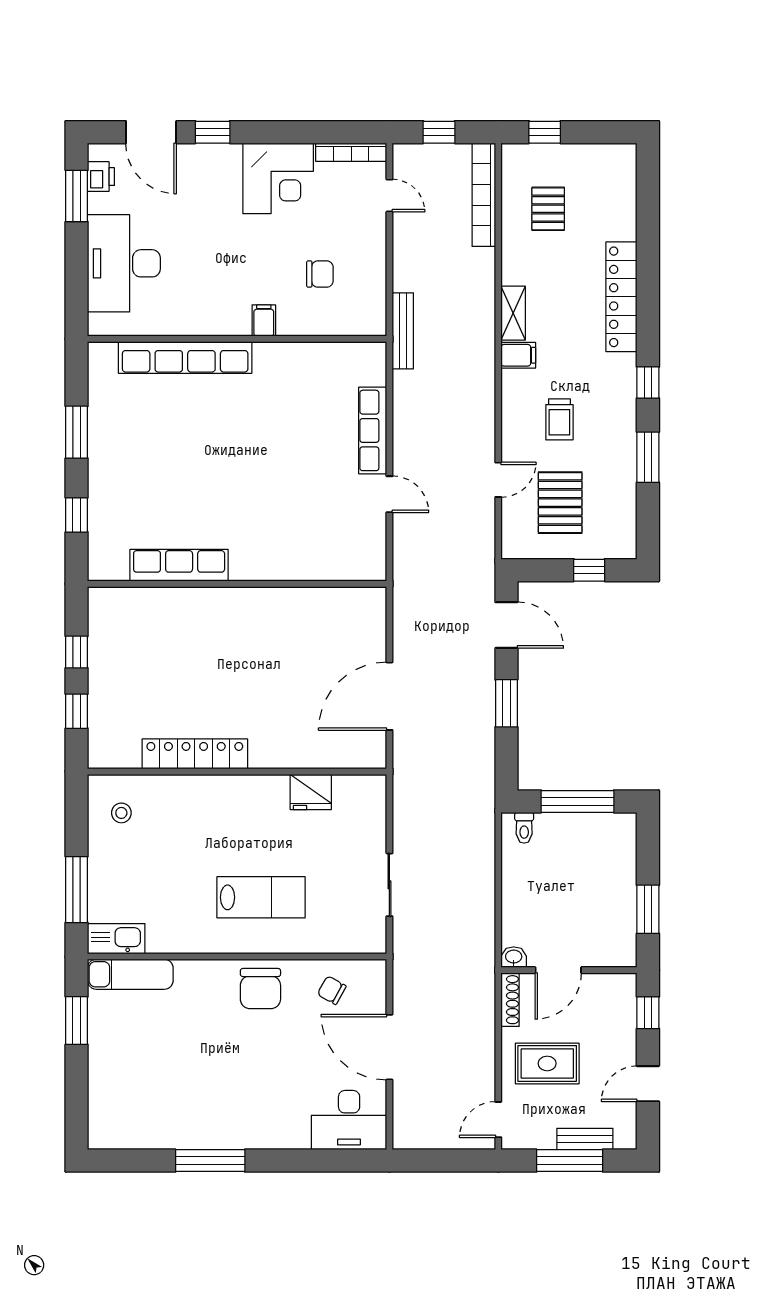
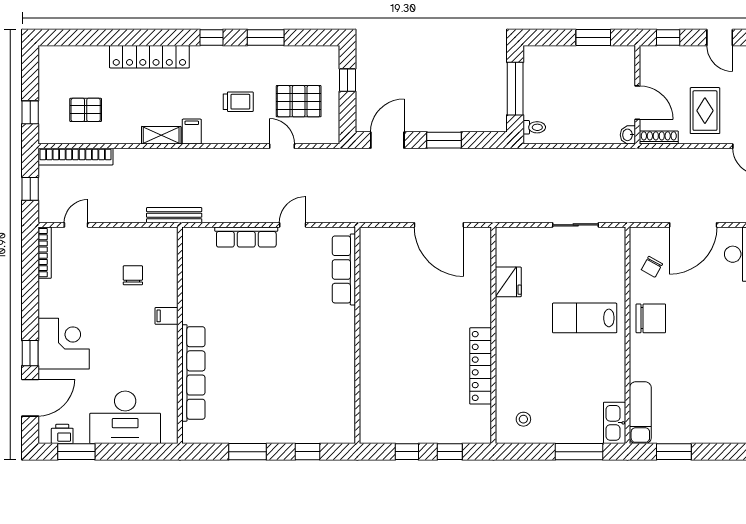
corner desk: (278, 178) -> (64, 344), moved
row of seats: (179, 565) -> (344, 269), moved
lab bench: (261, 897) -> (585, 318), turned -90

